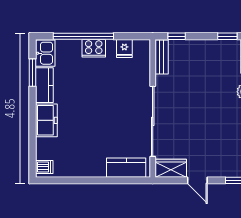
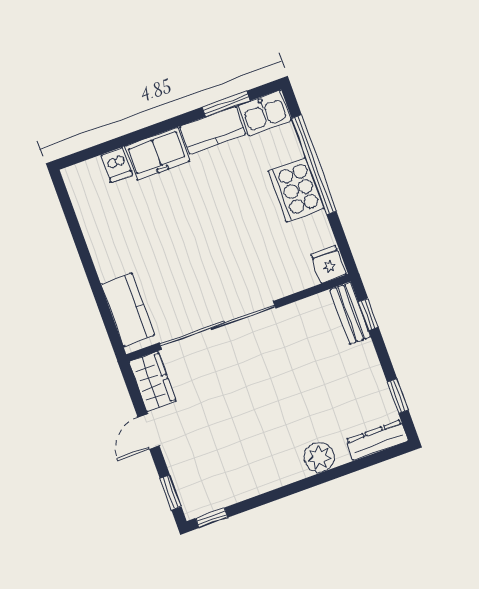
cooker: (94, 48) -> (296, 190), width x1.37, depth x1.31
fridge: (124, 48) -> (329, 264), moved, turned 90
bench: (162, 57) -> (350, 313), moved, turned 90
dishwasher: (44, 167) -> (117, 165), moved

